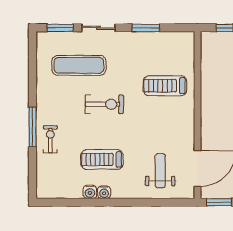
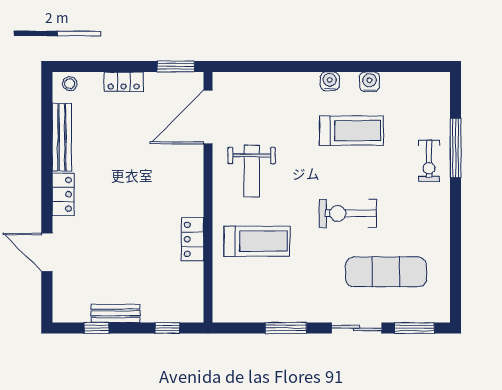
locker: (208, 87) -> (193, 239), added
window: (33, 127) -> (456, 148), moved
weight bench: (160, 171) -> (252, 171), moved
water cooler: (104, 192) -> (330, 81), moved

